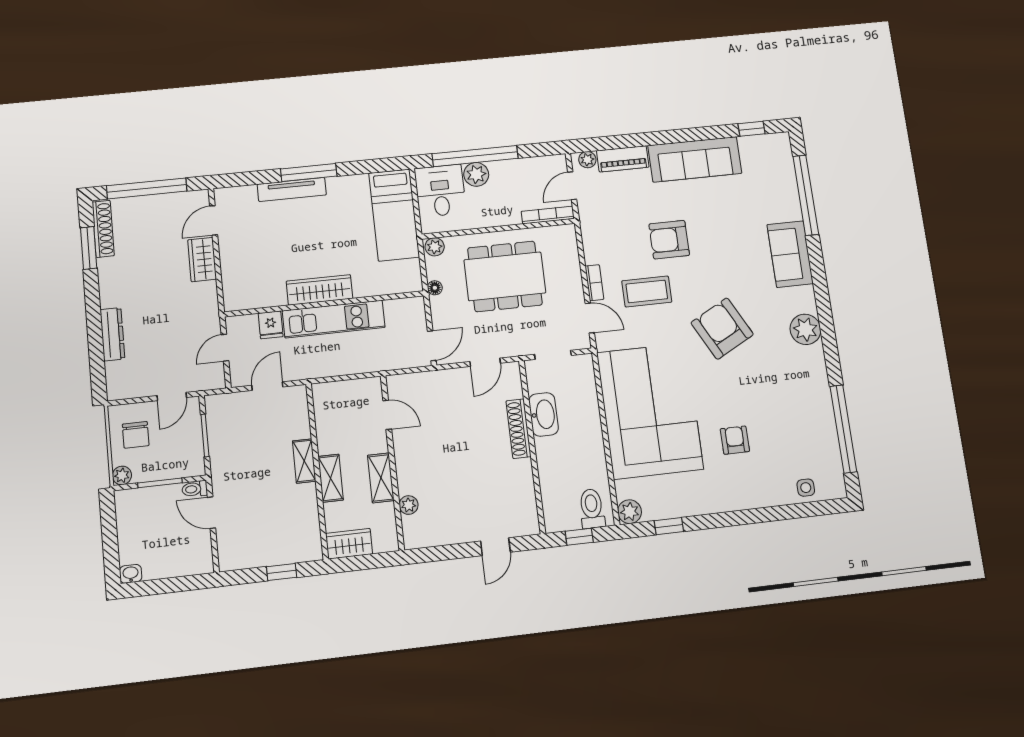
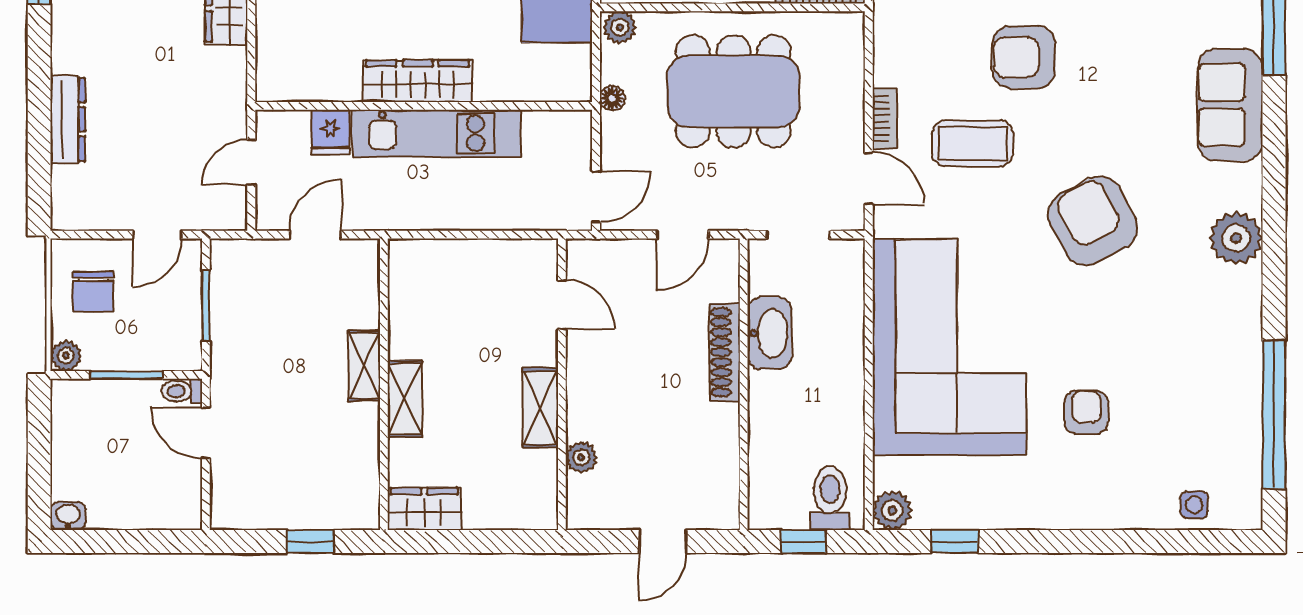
door: (387, 415) -> (562, 305), moved
wall: (392, 462) -> (562, 384), moved
shelving: (381, 478) -> (540, 408), moved
plant: (409, 505) -> (581, 457), moved

